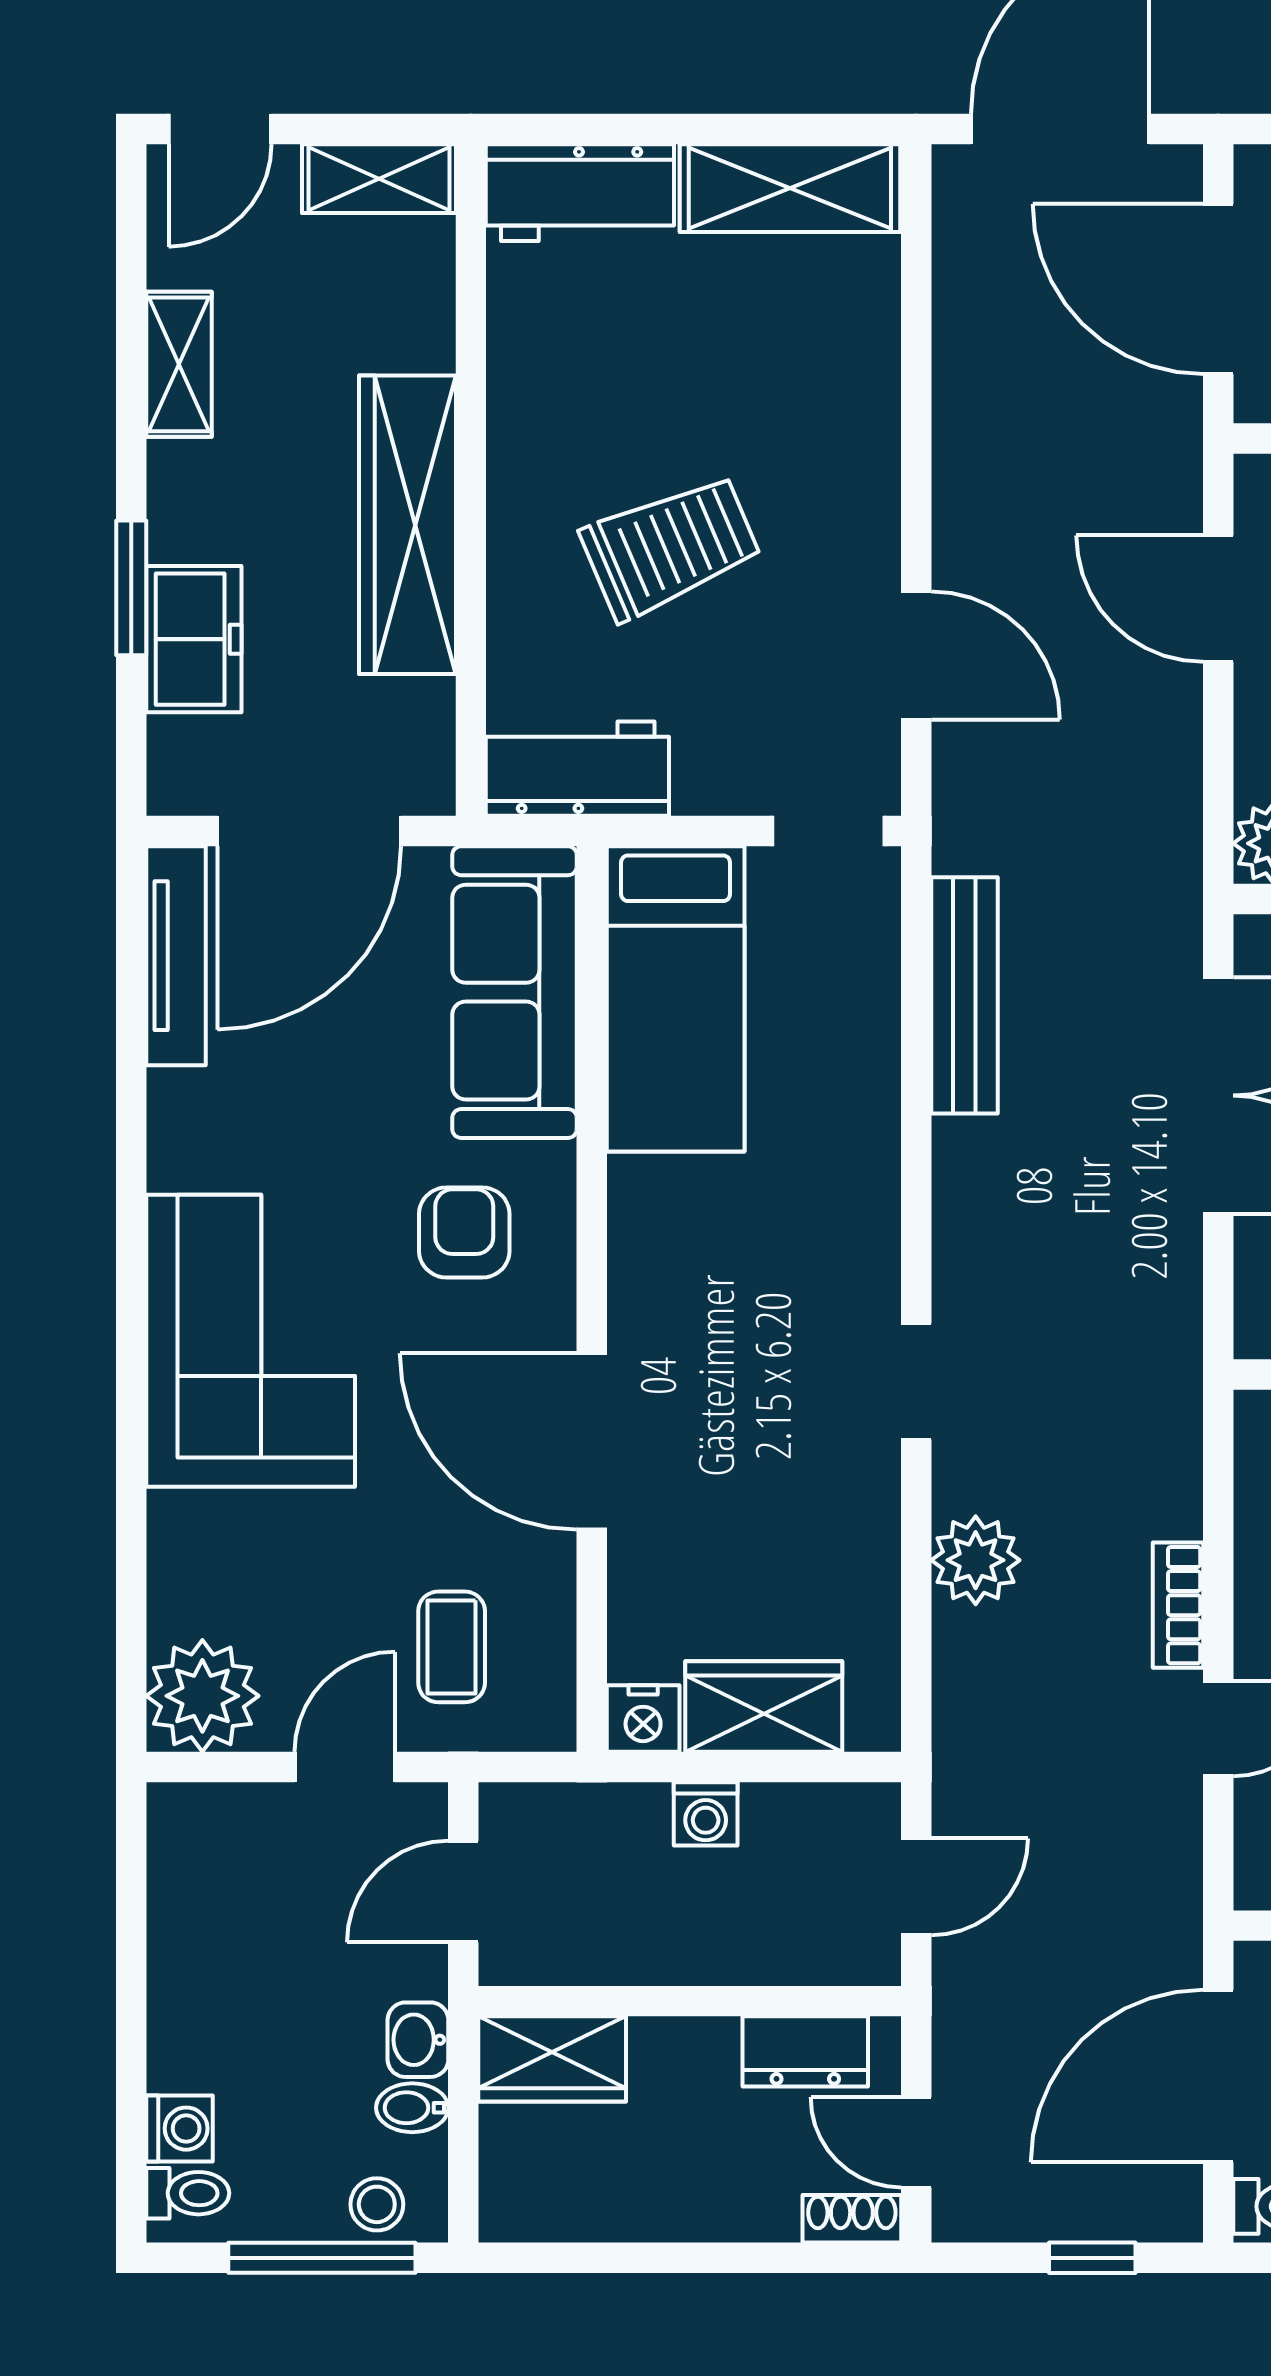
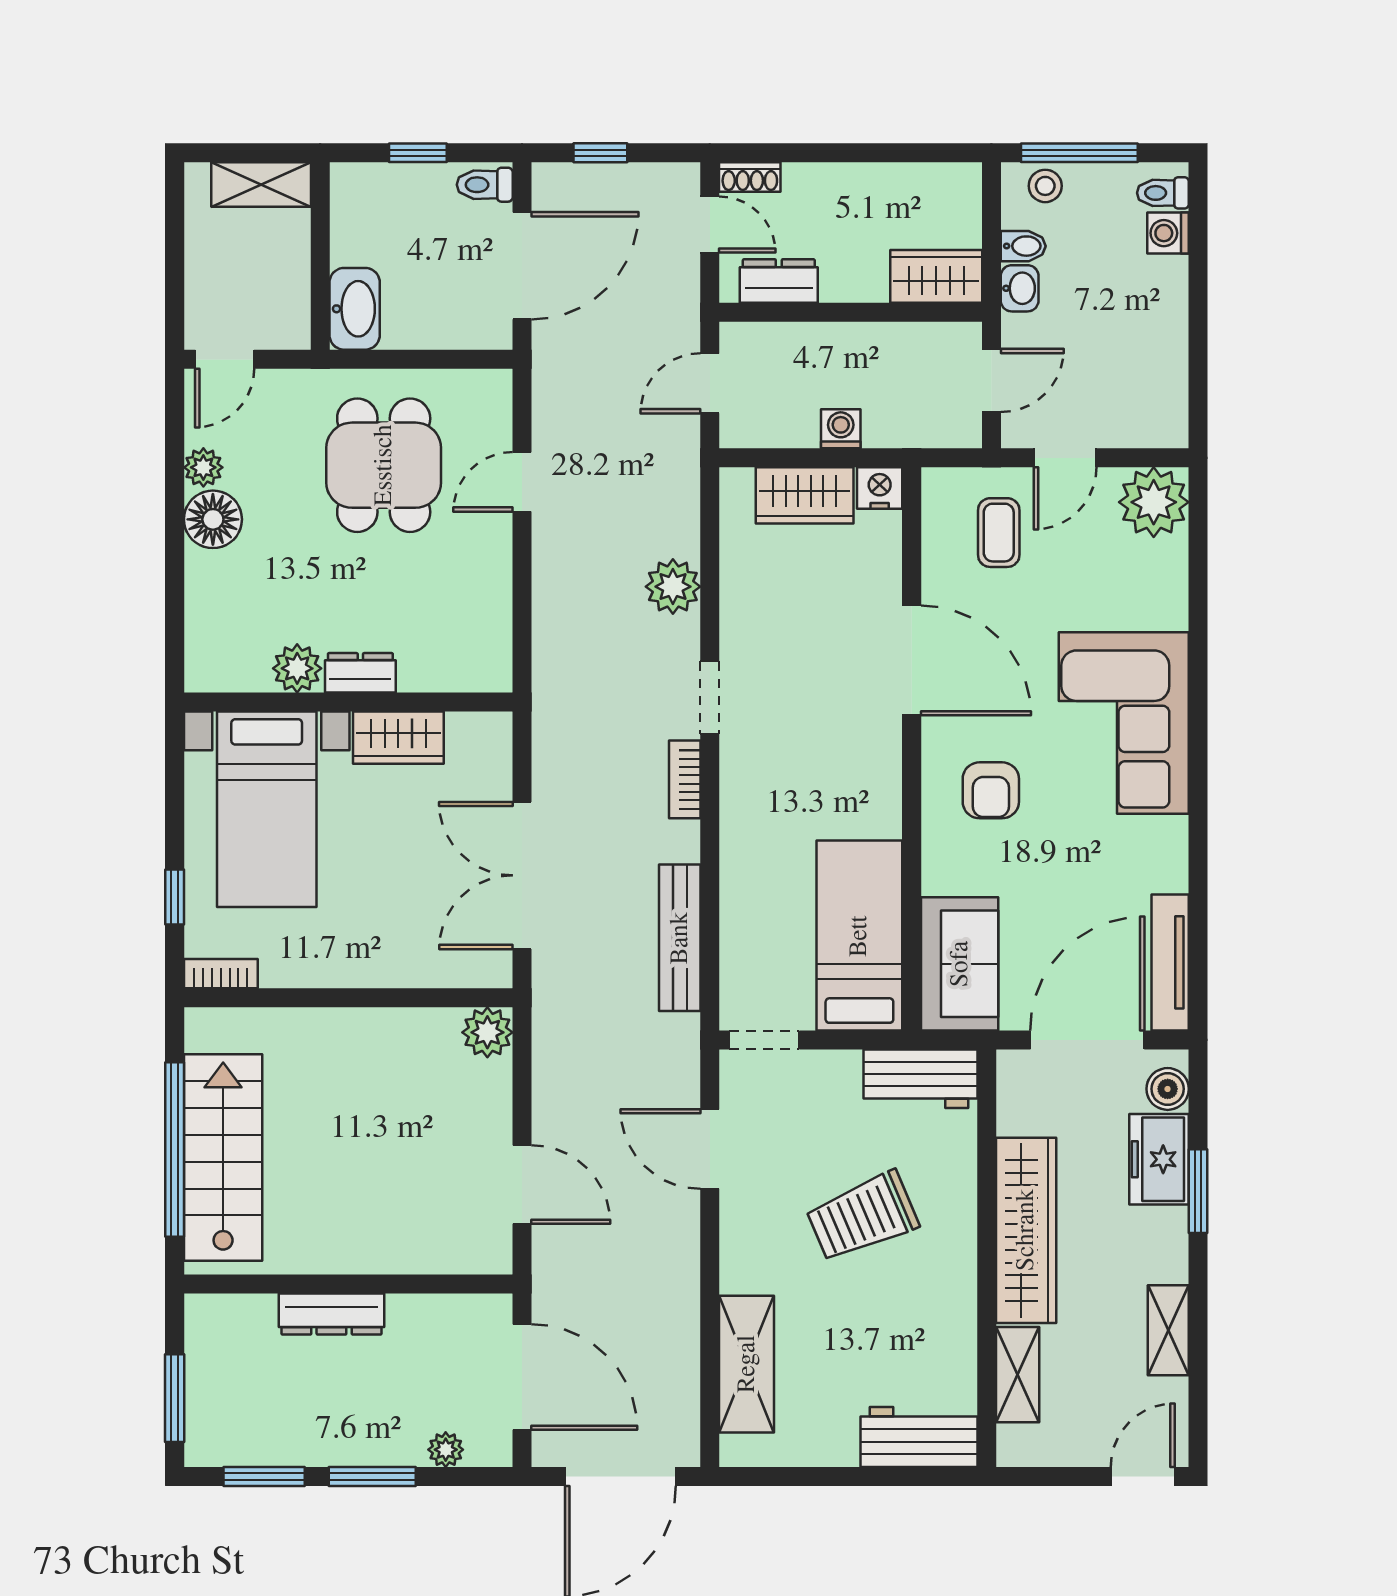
shelving: (379, 179) -> (1018, 1375), moved, turned 90
shelving: (790, 188) -> (747, 1364), moved, turned 90
boiler: (180, 752) -> (1168, 1089), added
sofa: (515, 992) -> (960, 964), width x0.73
bookcase: (1178, 1605) -> (685, 779), moved, turned 180

